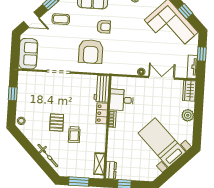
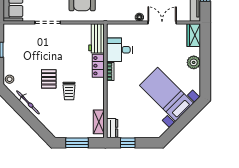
bicycle: (48, 156) -> (28, 102), moved

